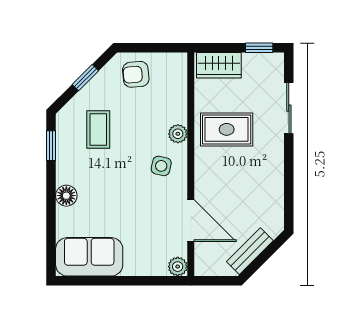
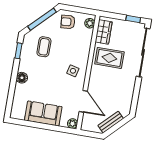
wardrobe: (219, 65) -> (104, 32), moved, turned -90
window: (85, 78) -> (42, 19), width x2.17
sliding door: (289, 108) -> (143, 52), width x1.86
plant: (178, 134) -> (90, 23), moved
sofa: (89, 257) -> (43, 113), moved

